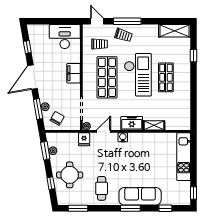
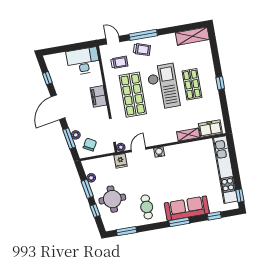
window: (194, 56) -> (220, 83), moved
freezer: (132, 123) -> (210, 129), moved
window: (45, 151) -> (87, 189), moved
kitchen unit: (184, 157) -> (225, 170), width x1.36

